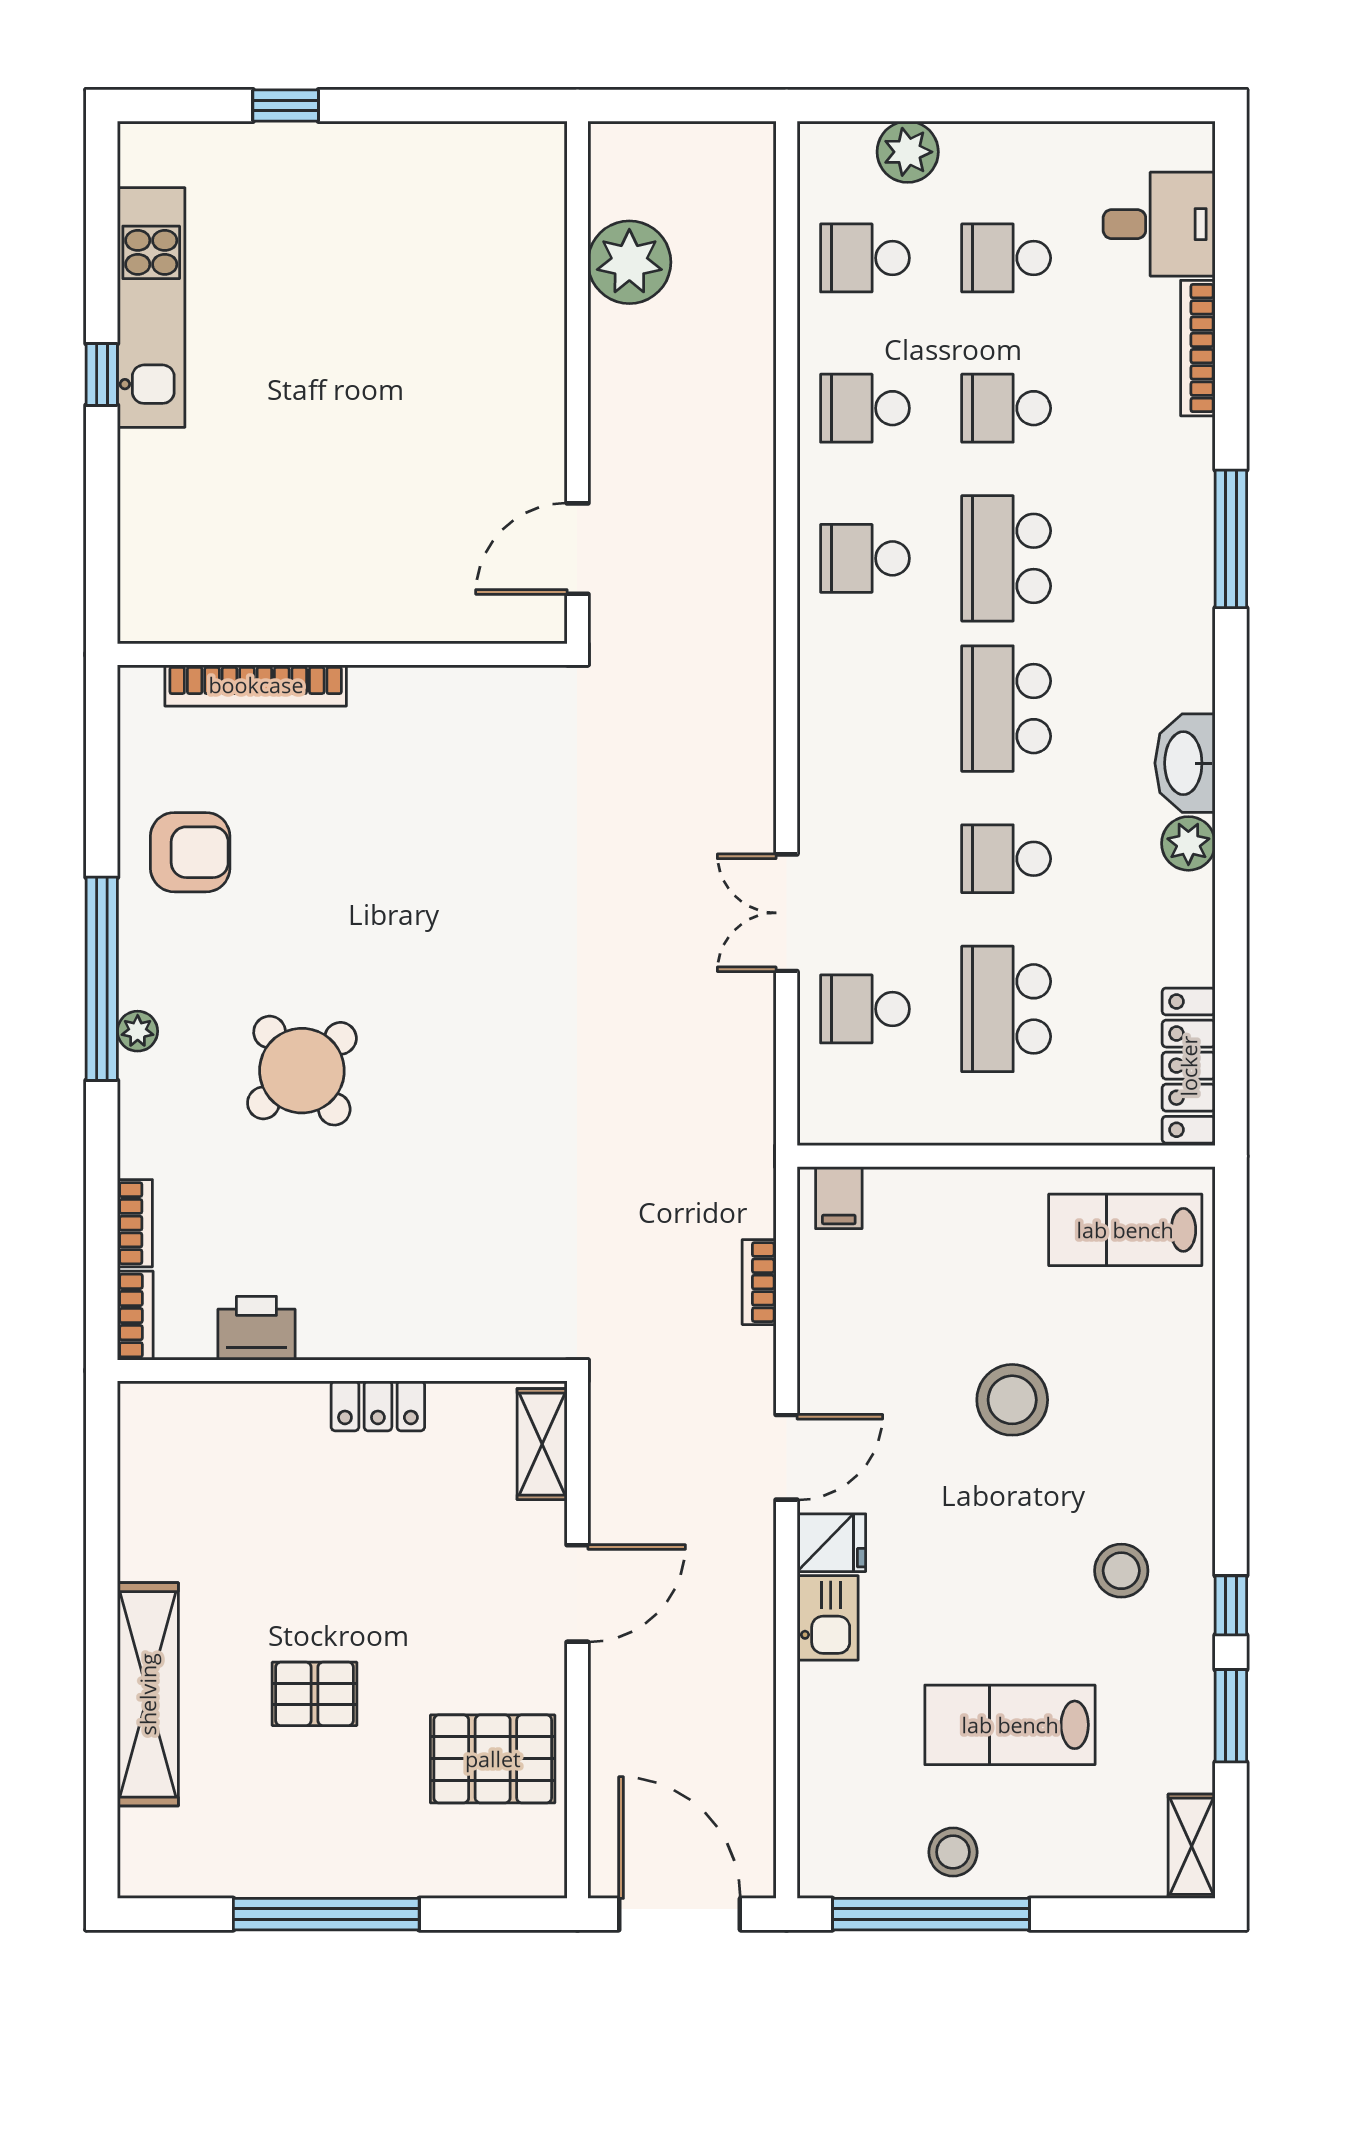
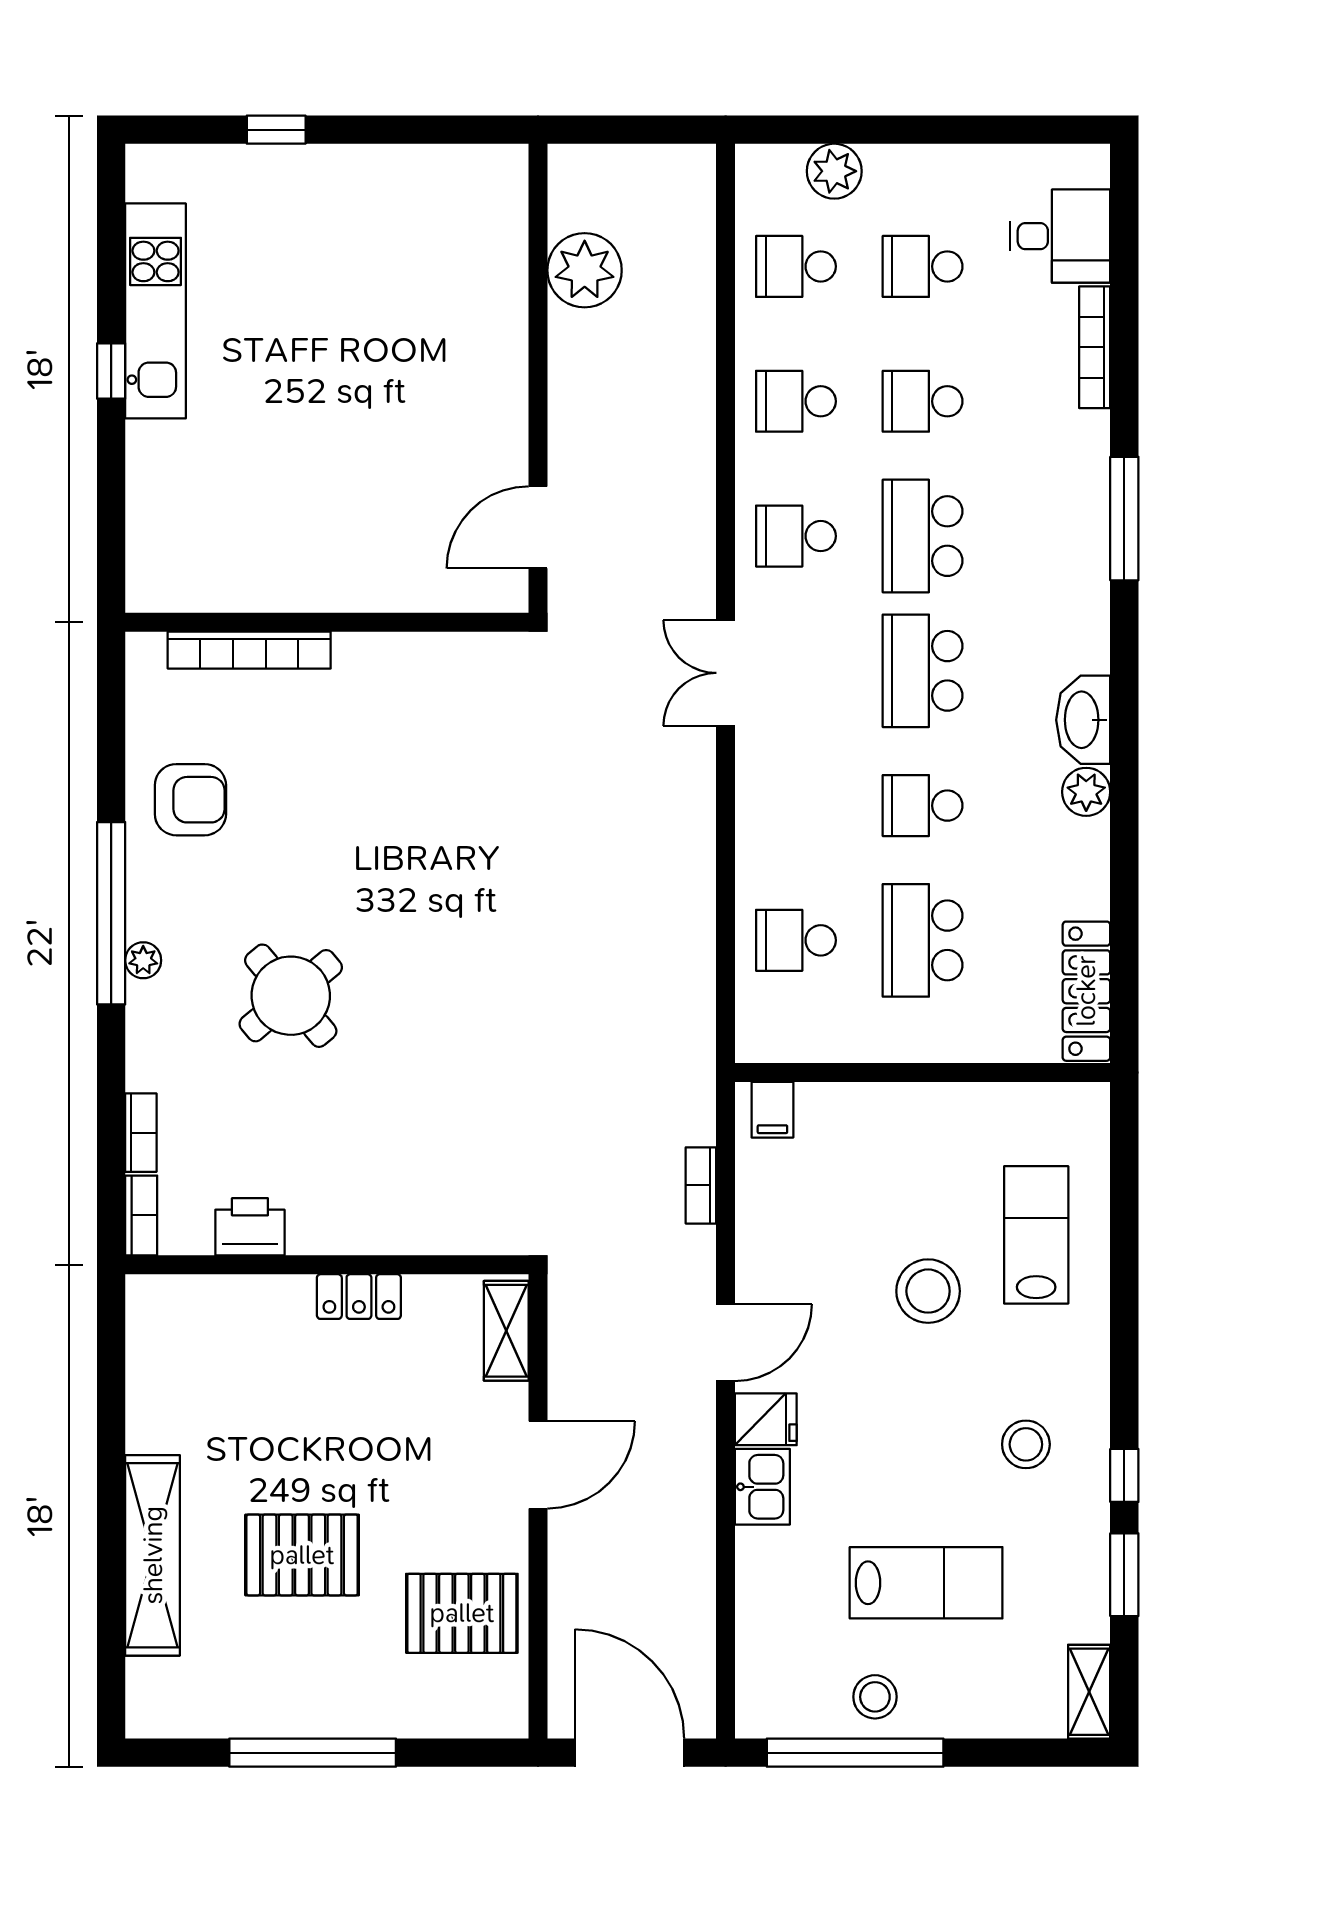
double door: (787, 913) -> (726, 673), moved
lab bench: (1125, 1230) -> (1036, 1235), moved, turned 90
pallet: (315, 1694) -> (302, 1555), width x1.50, depth x1.42
lab bench: (1010, 1725) -> (926, 1583), turned 180

